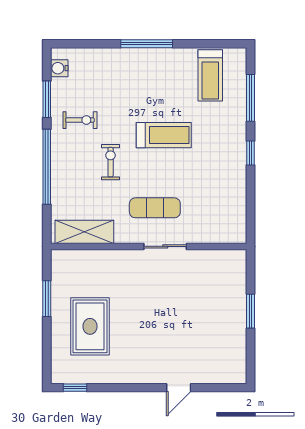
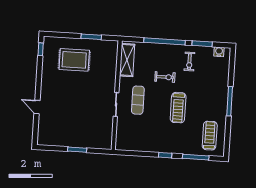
treadmill: (210, 75) -> (210, 136), turned 90

